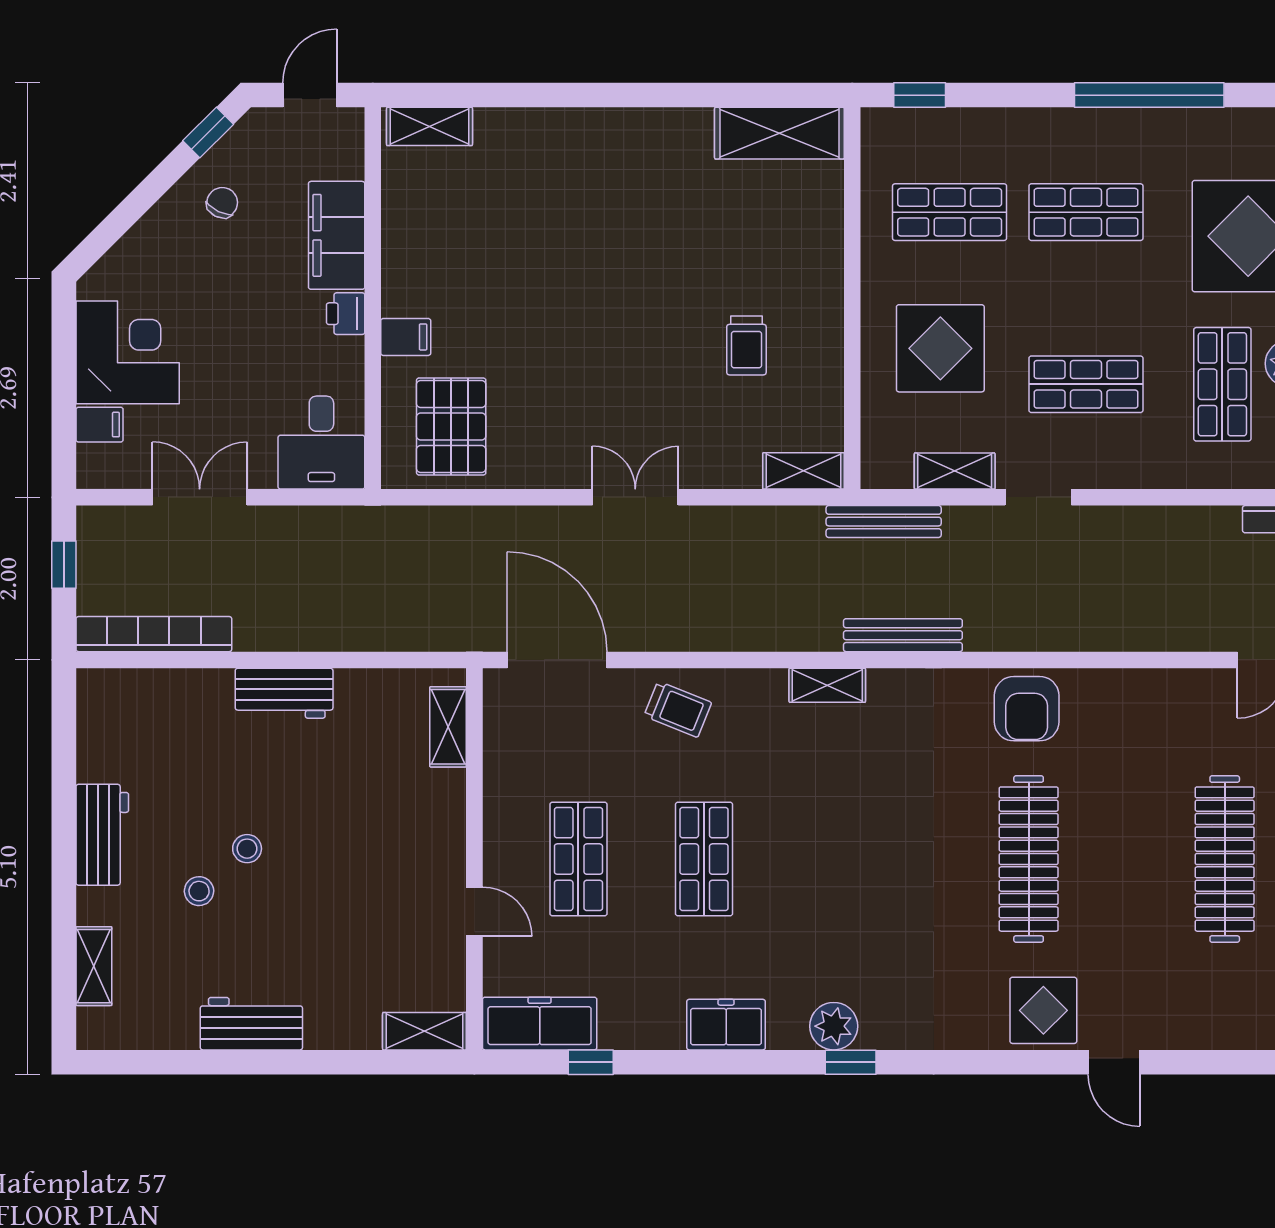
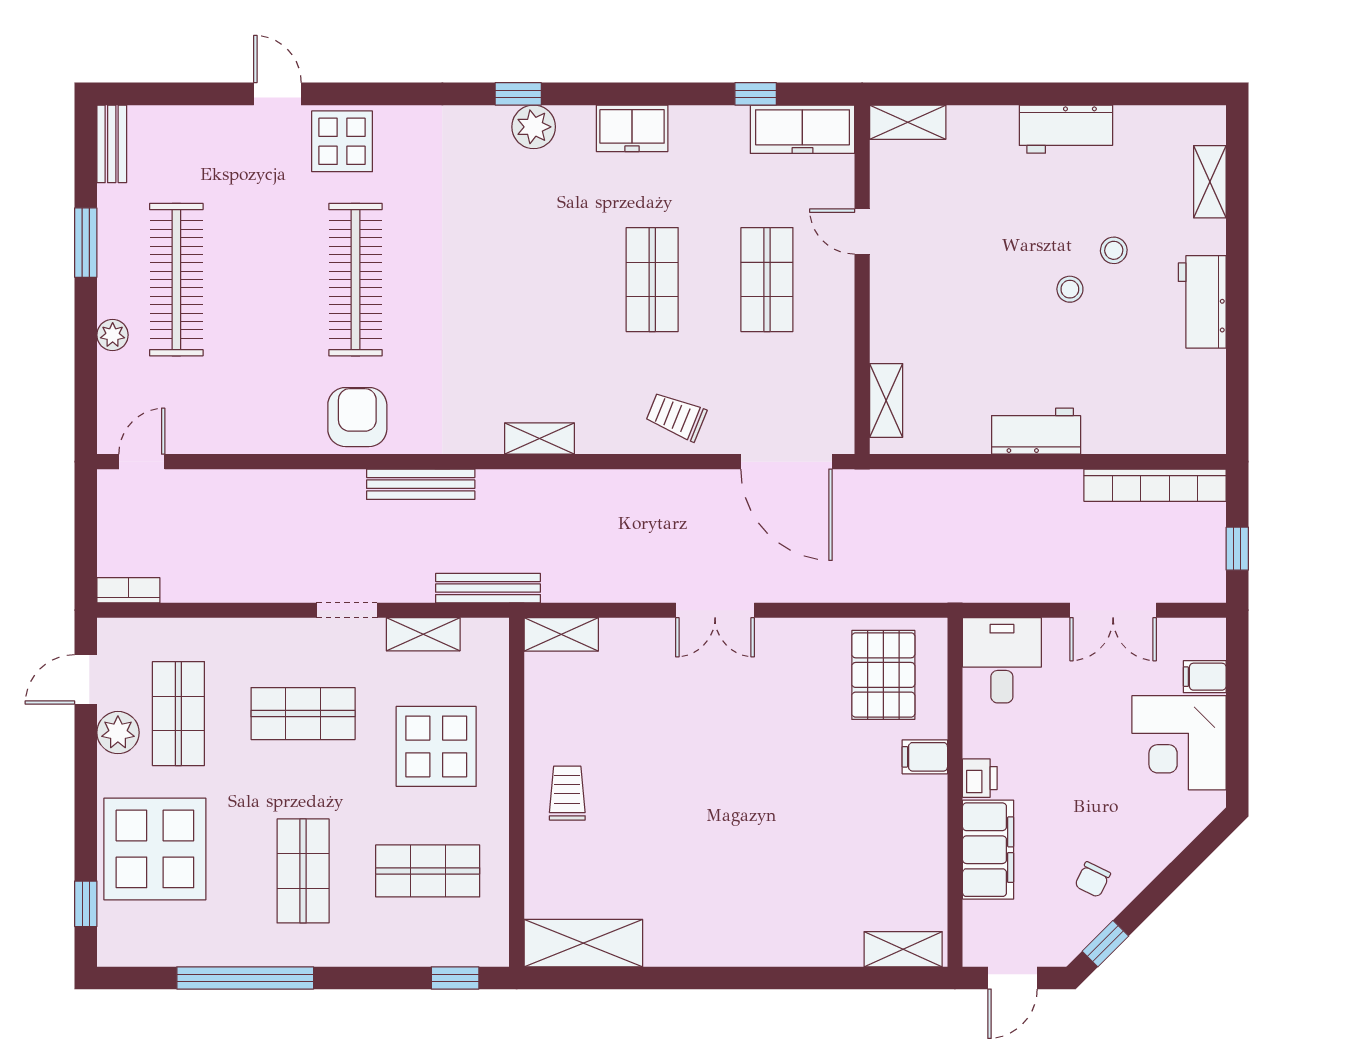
shop shelf: (1086, 212) -> (303, 871), turned 90
trolley: (746, 345) -> (567, 793), moved
bench: (903, 635) -> (421, 484), moved

